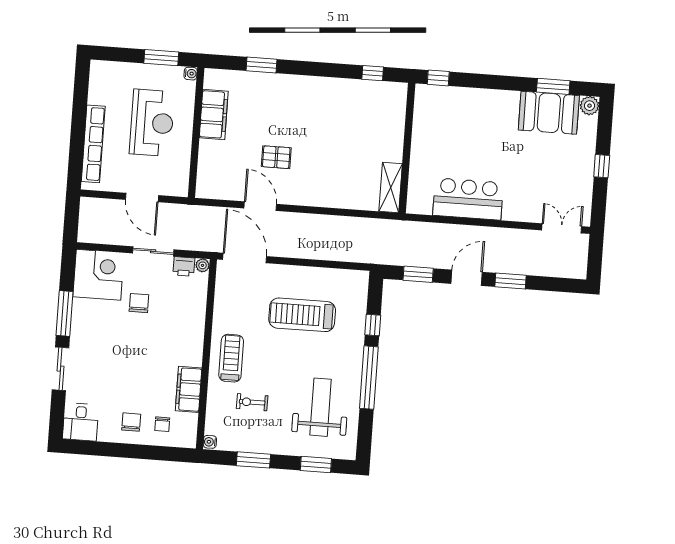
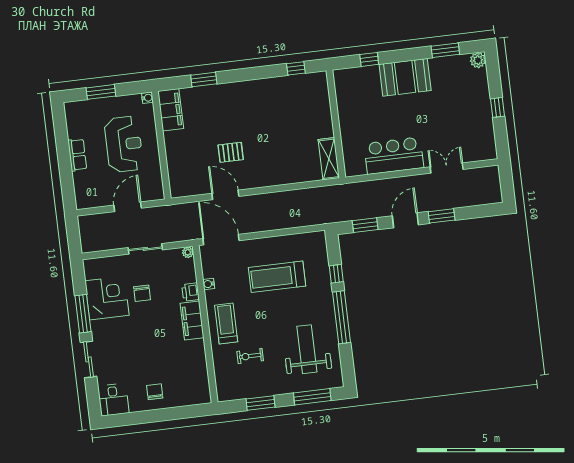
window: (161, 58) -> (101, 92), moved
window: (438, 78) -> (369, 59), moved
booth: (549, 113) -> (405, 77), moved
filing cabinet: (214, 115) -> (171, 110), moved
row of seats: (93, 144) -> (77, 155), width x0.50
door: (142, 197) -> (128, 207), swing flipped
double door: (562, 228) -> (447, 168), moved
printer: (184, 266) -> (191, 292), moved, turned 90
corner desk: (98, 275) -> (107, 298), moved
chair: (139, 303) -> (142, 293), turned 180
filing cabinet: (189, 389) -> (192, 320), moved
chair: (162, 424) -> (180, 388), removed
water cooler: (210, 442) -> (209, 284), moved
window: (316, 465) -> (312, 397), width x1.44

